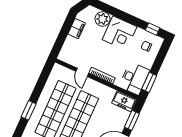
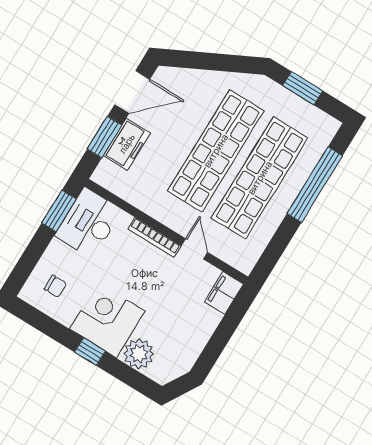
filing cabinet: (77, 29) -> (224, 293), moved
window: (153, 29) -> (90, 352), moved
freezer: (124, 101) -> (127, 144), moved, turned 90
window: (29, 110) -> (315, 185), width x2.11

